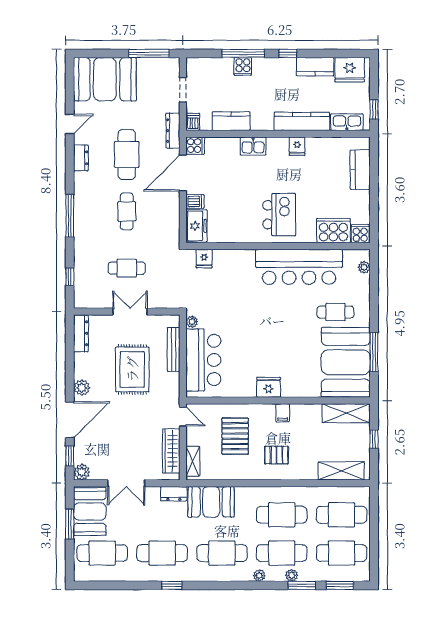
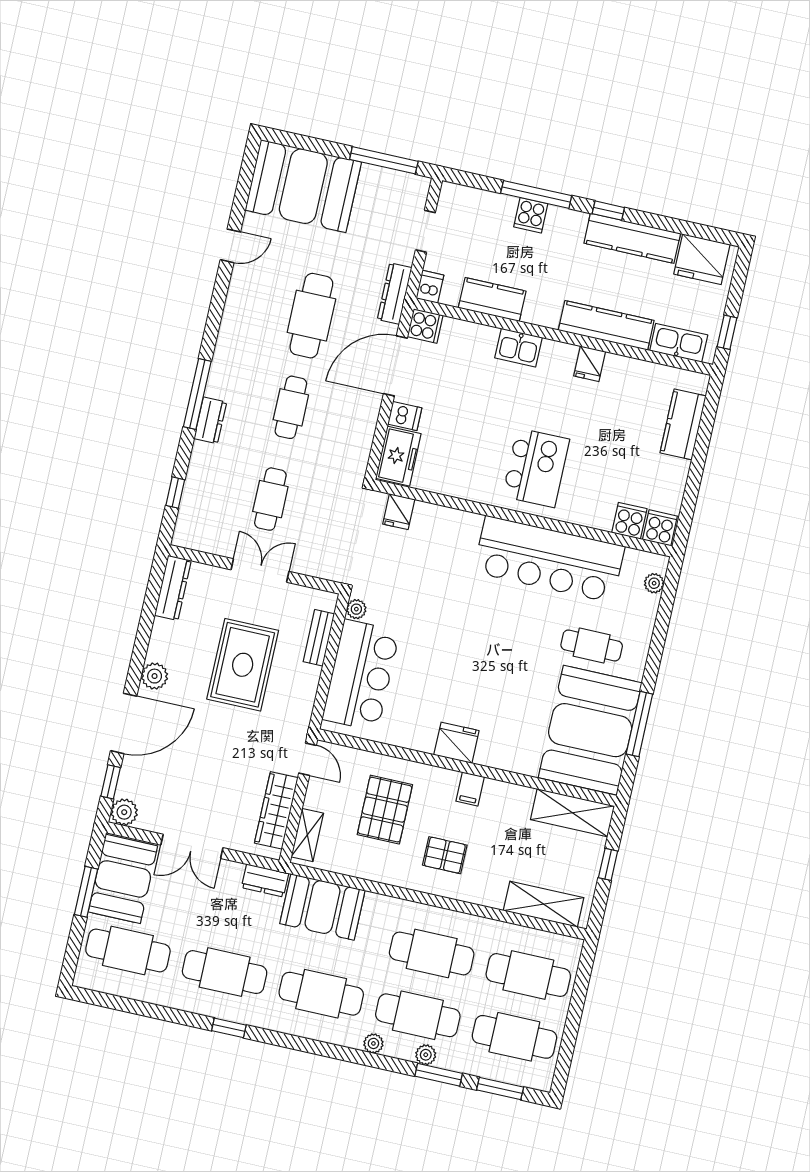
kitchen counter: (315, 67) -> (632, 238), width x1.50
dresser: (81, 158) -> (210, 420), moved
cooker: (333, 231) -> (629, 521), width x0.53, depth x0.76
cafe table: (127, 268) -> (270, 499), turned 90
bench: (174, 349) -> (319, 638), width x0.73

